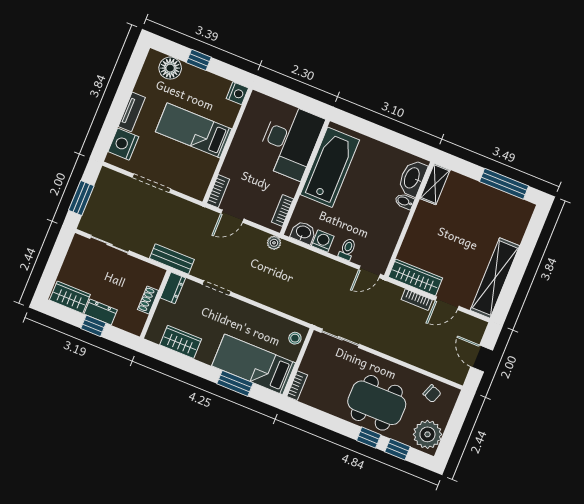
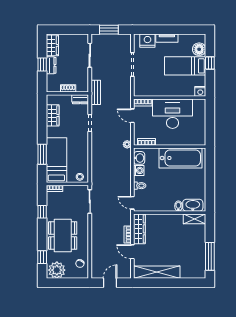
bed: (194, 130) -> (185, 66), moved, turned -90
desk: (290, 141) -> (173, 114), moved, turned 180
window: (369, 438) -> (42, 212), moved

